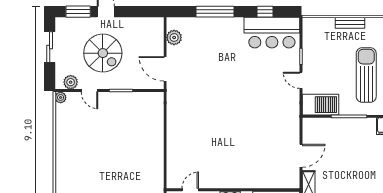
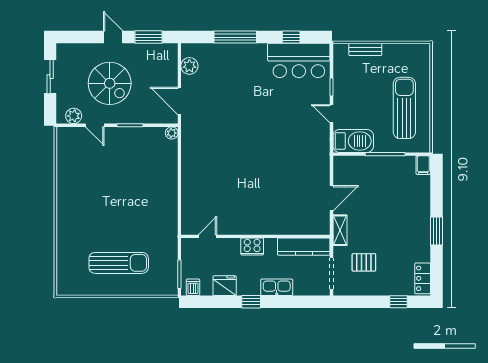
window: (78, 12) -> (149, 37), moved
bench: (350, 23) -> (365, 49), moved
plant: (61, 97) -> (172, 133), moved

